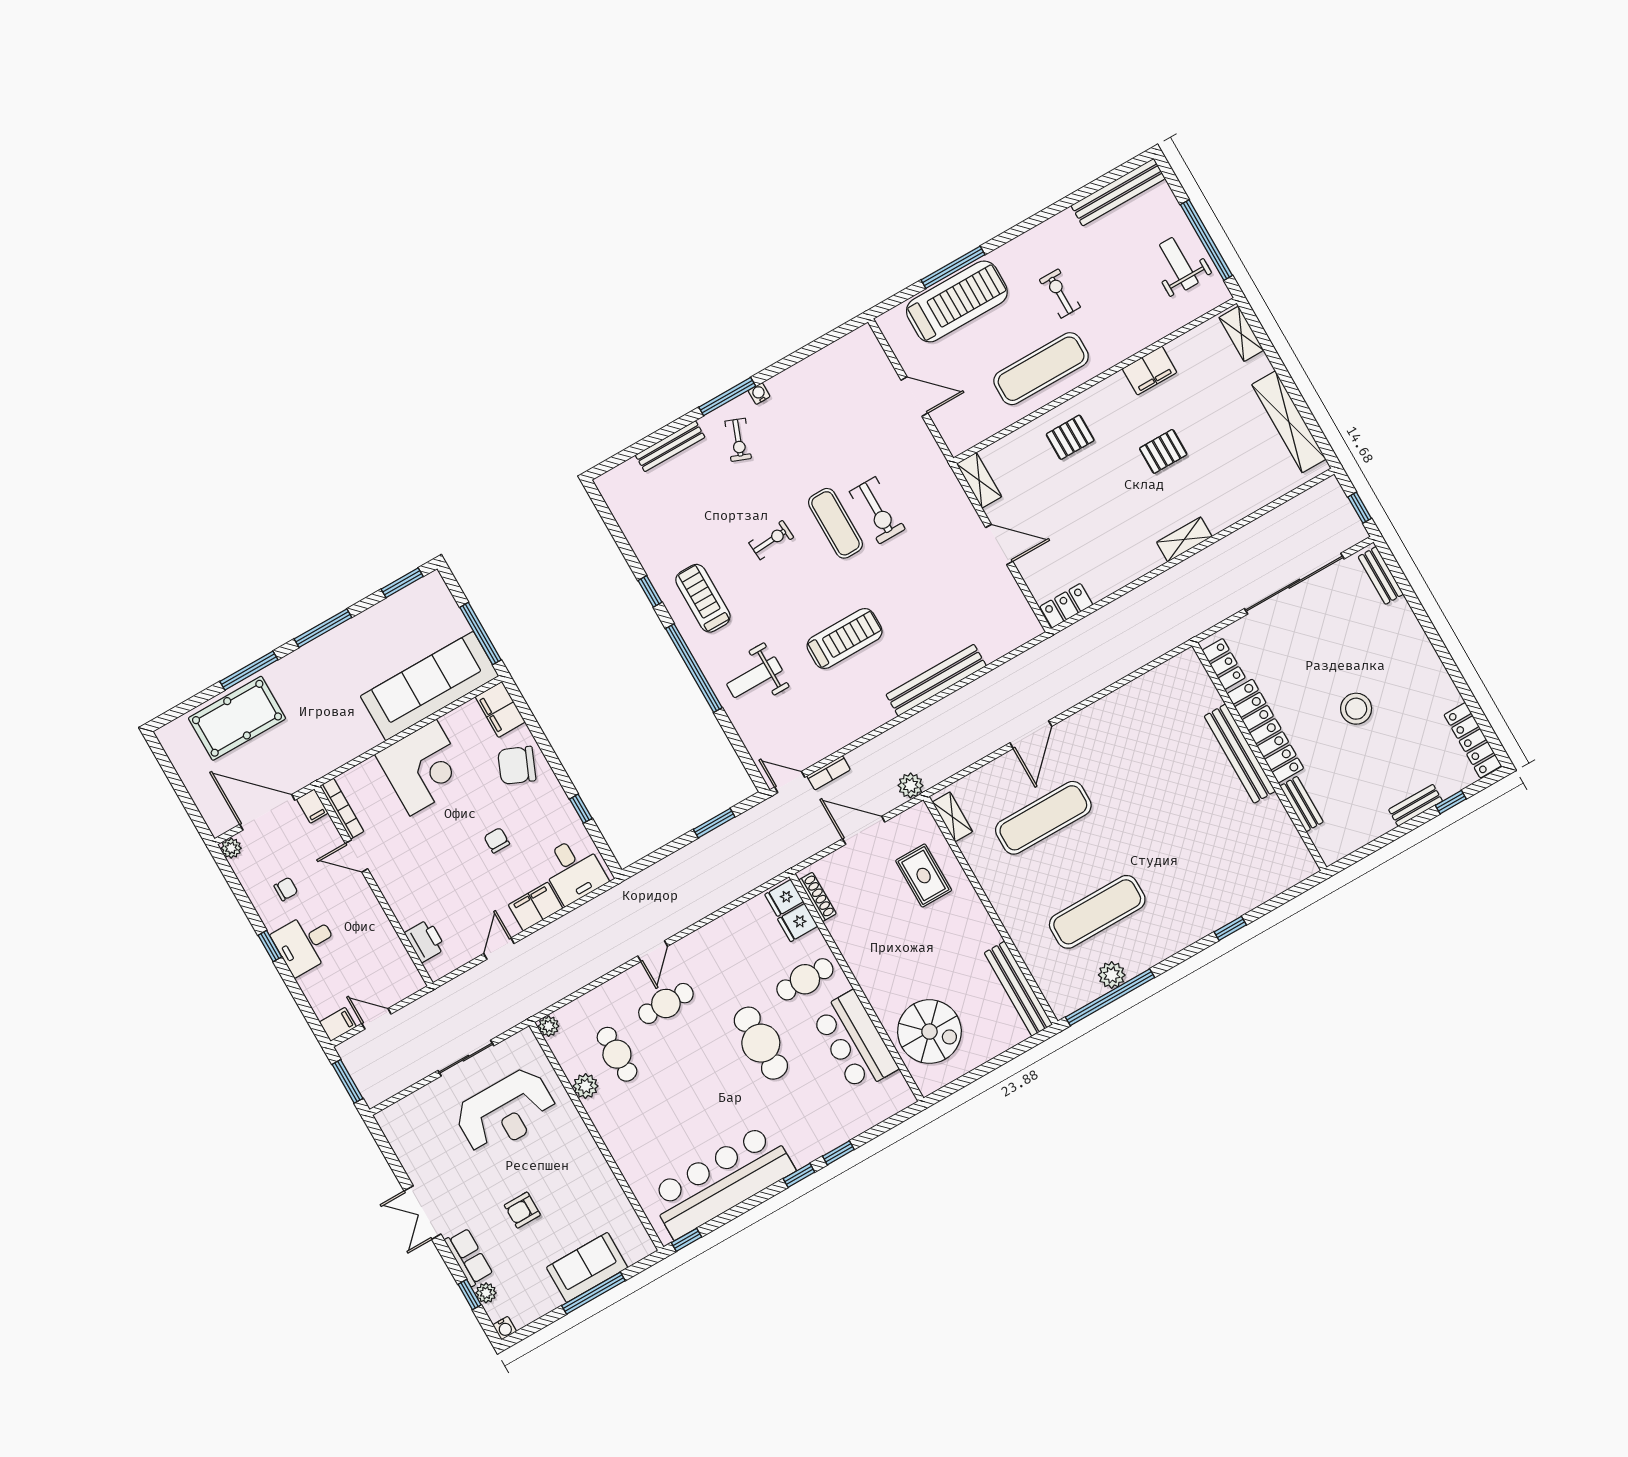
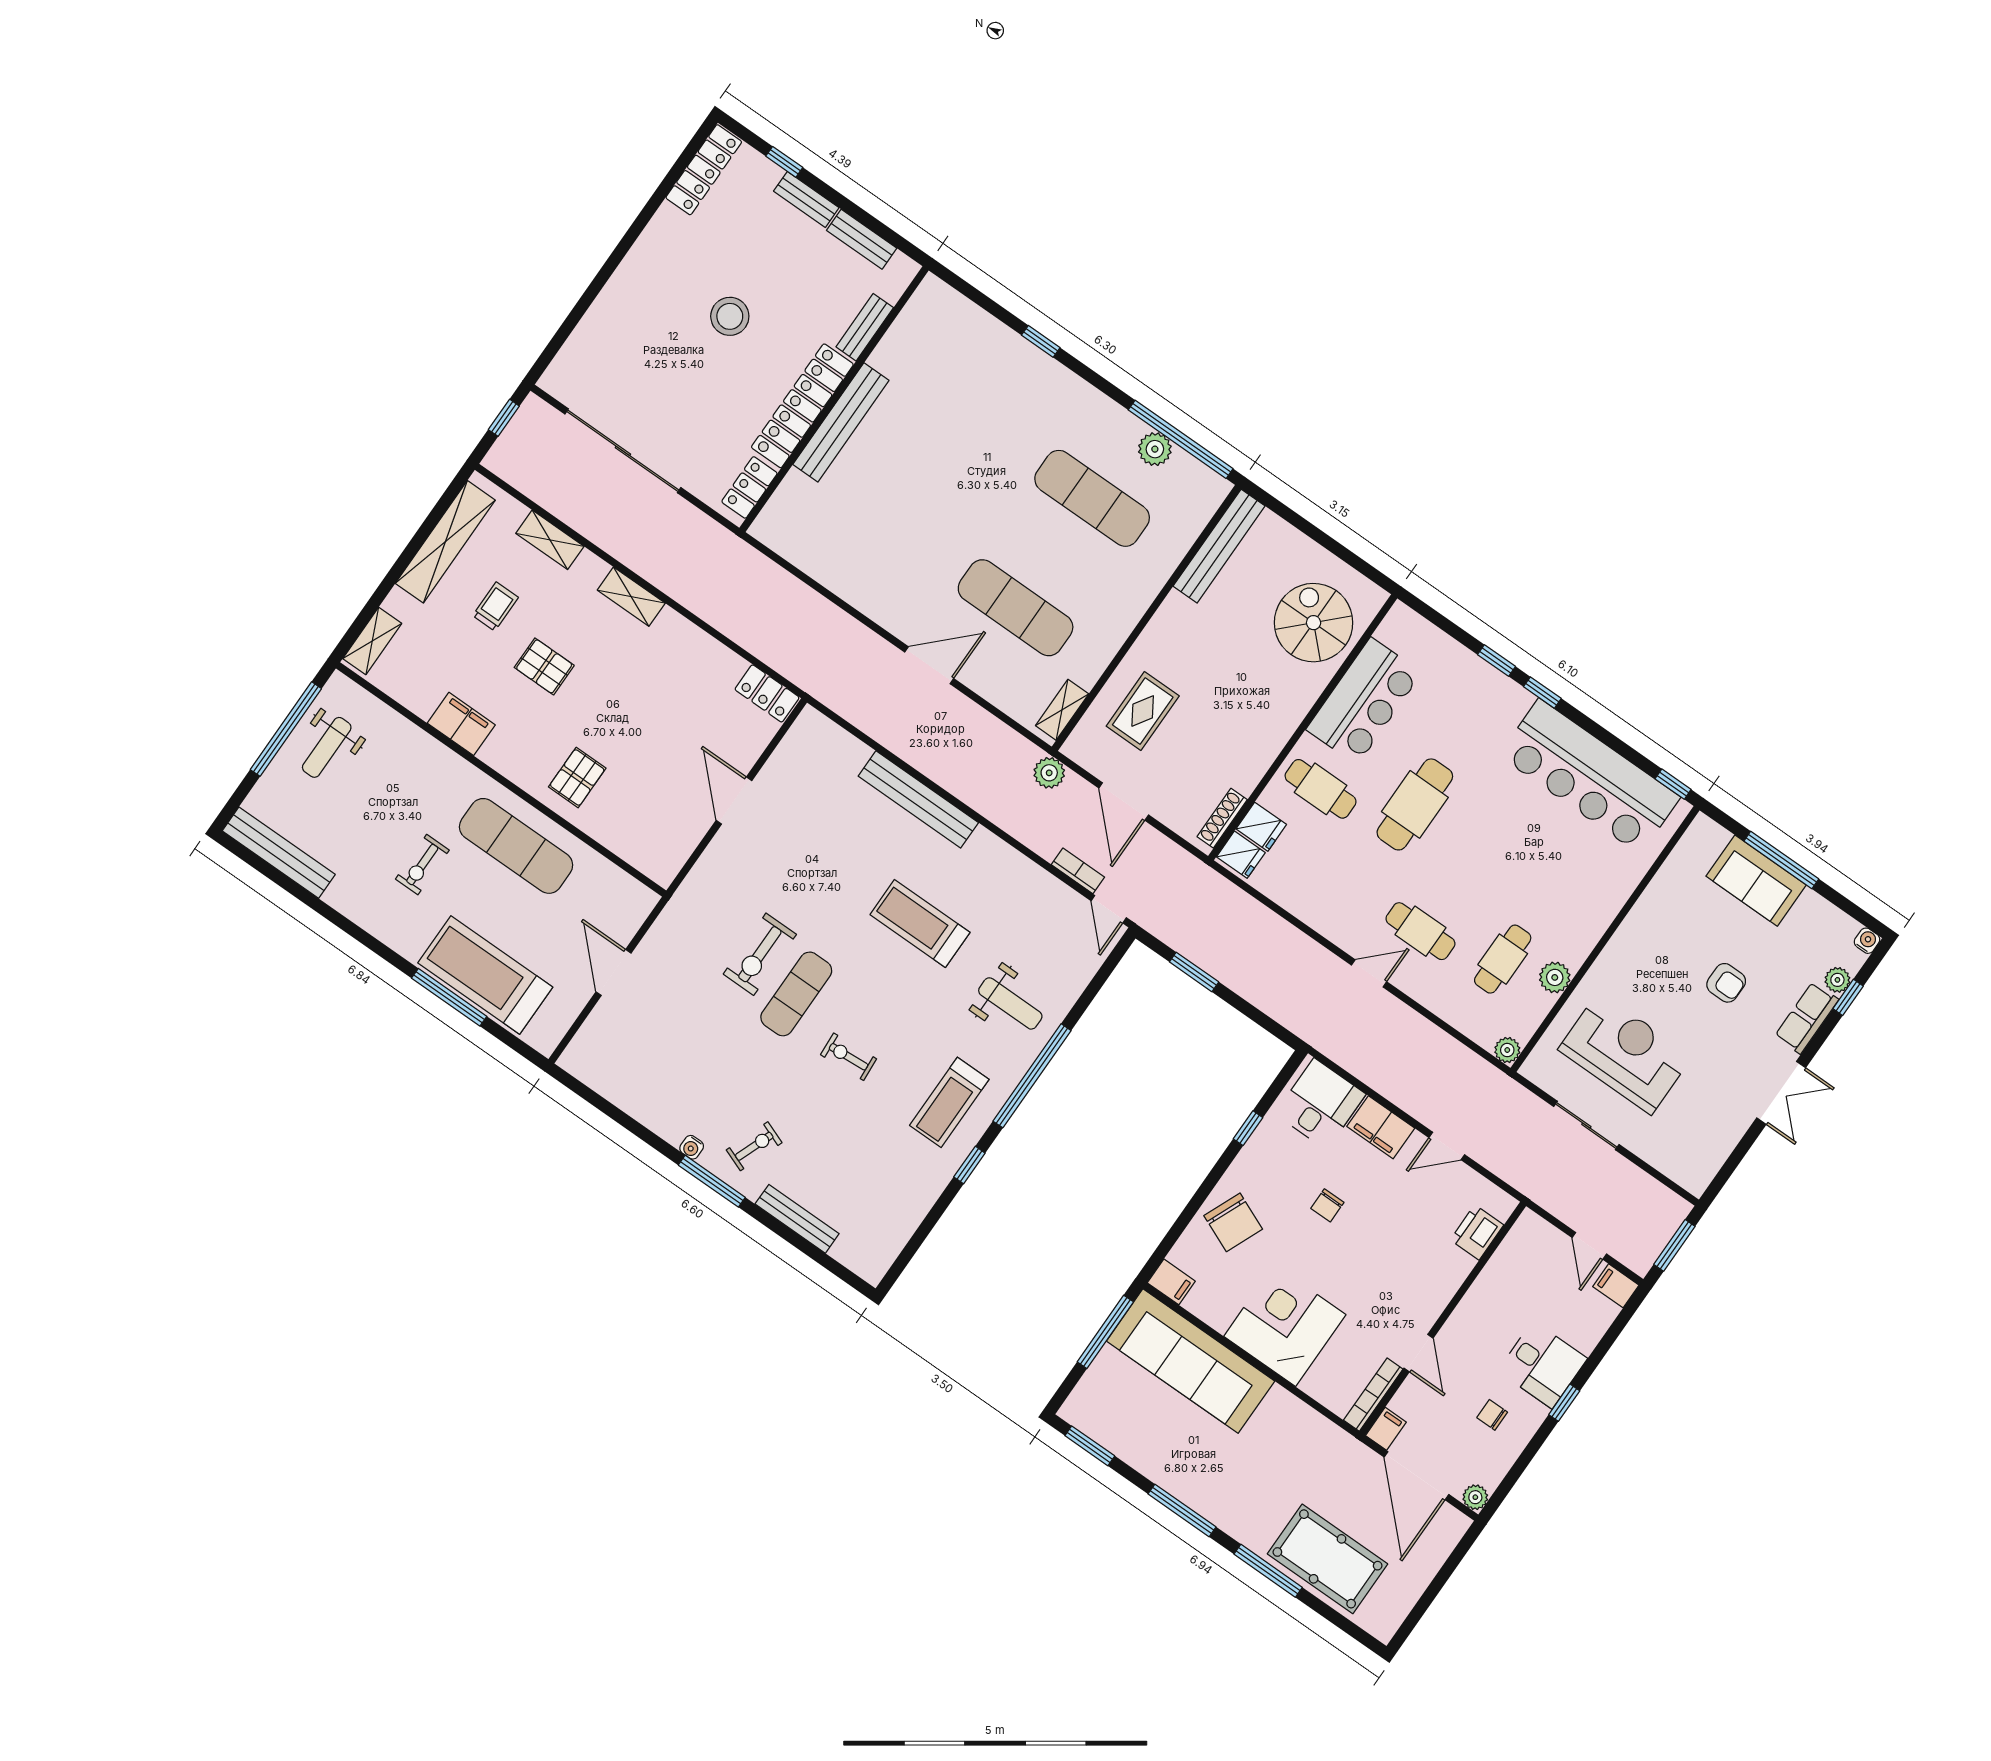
trolley: (1224, 436) -> (495, 607), added
pallet: (1070, 437) -> (577, 778), turned 90
shelving: (979, 480) -> (550, 540), moved, turned 90
exercise bike: (877, 510) -> (760, 954), turned 180
bench: (1381, 575) -> (862, 239), moved, turned 90
filing cabinet: (500, 709) -> (1171, 1282), width x0.50

